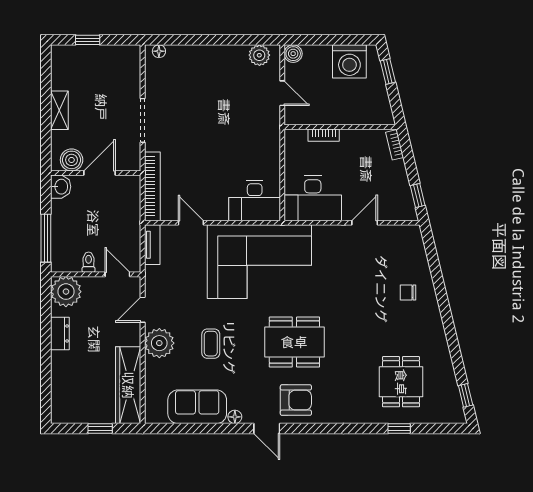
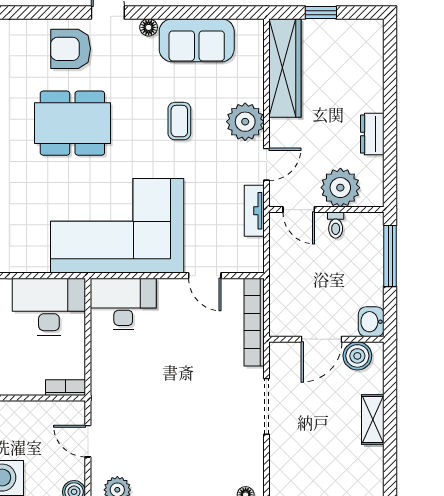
bookcase: (324, 135) -> (66, 388), moved
tv unit: (152, 245) -> (254, 211), moved
plant: (66, 292) -> (340, 188), moved

